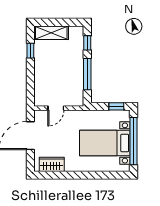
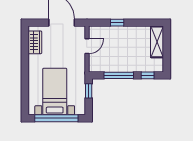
window: (30, 51) -> (117, 23), moved
window: (116, 106) -> (89, 91), moved
door: (56, 108) -> (87, 46), swing flipped

